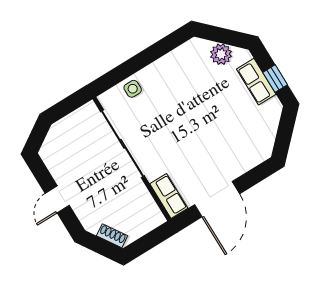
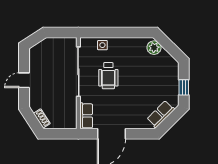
plant: (221, 54) -> (154, 48), moved
row of seats: (256, 82) -> (161, 114), moved, turned 45
wheelchair: (165, 125) -> (108, 76), added

